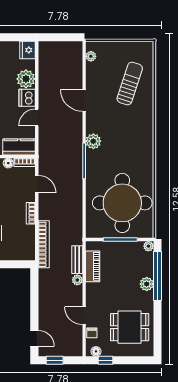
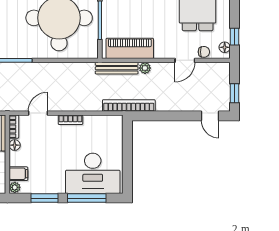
bookcase: (44, 244) -> (129, 106), moved
bench: (77, 260) -> (117, 68), width x1.36
piano: (93, 266) -> (130, 48), width x1.37, depth x1.33
door: (34, 338) -> (210, 116), swing flipped

